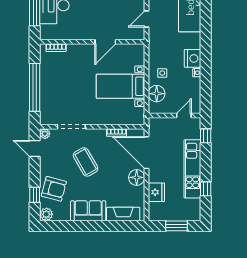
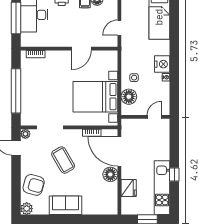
bed with nightstands: (120, 86) -> (95, 97), width x1.36
window: (206, 136) -> (174, 136), removed
kitchen unit: (192, 169) -> (162, 188), moved
window: (206, 189) -> (174, 174), moved
window: (35, 195) -> (16, 190), removed
fireplace: (123, 214) -> (98, 208), removed

